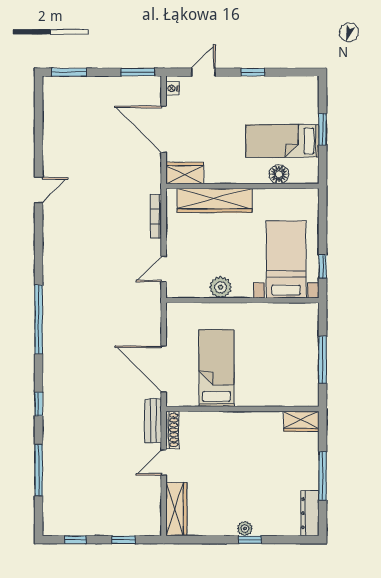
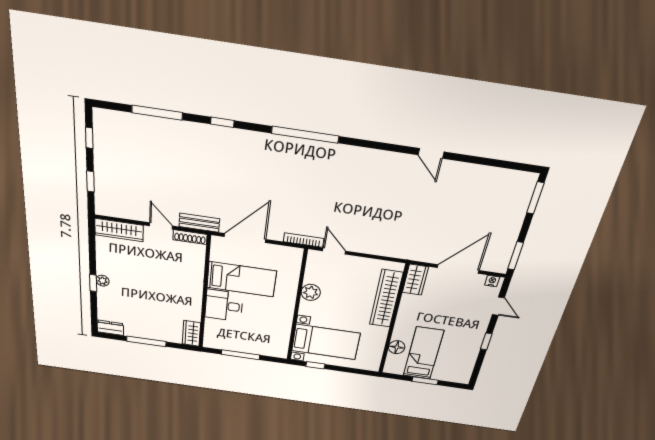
bookcase: (156, 216) -> (304, 240), moved
desk: (255, 385) -> (224, 306), added
dresser: (310, 513) -> (110, 328), width x0.70

